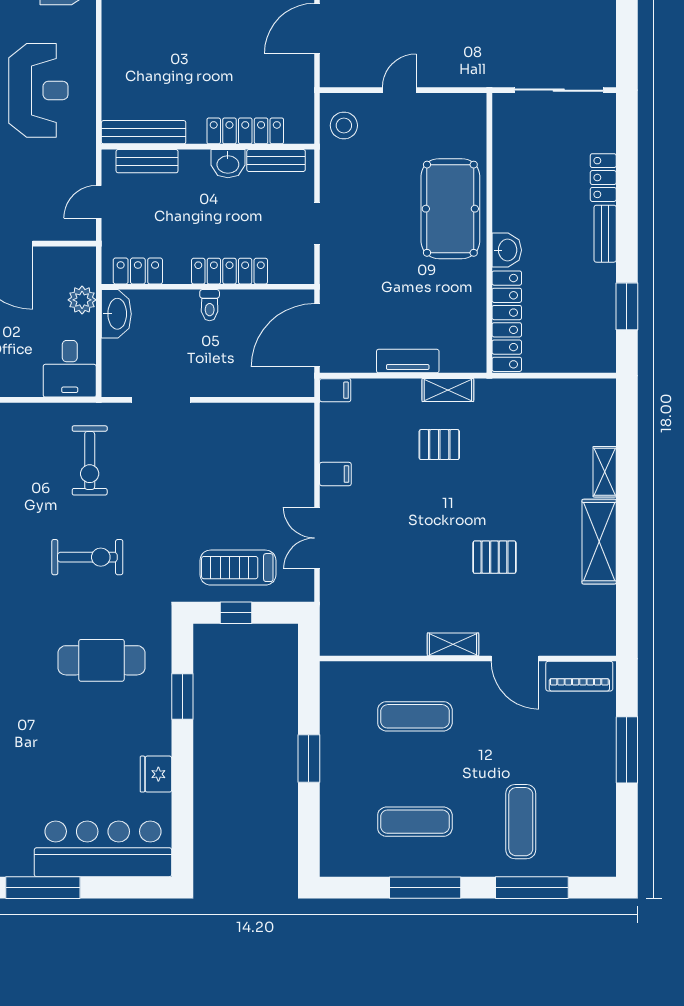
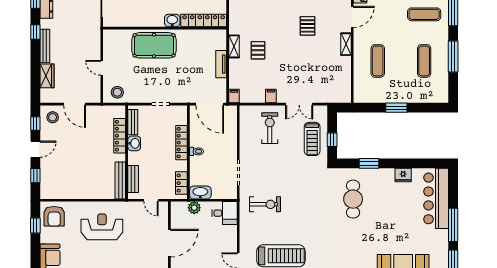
exercise bike: (87, 557) -> (270, 128), moved

